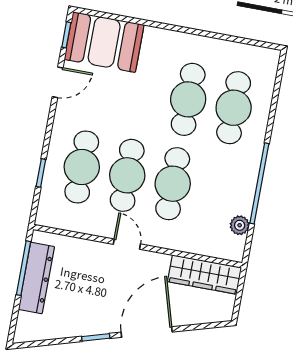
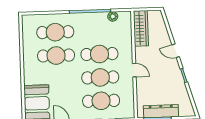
door: (127, 244) -> (134, 70), swing flipped
door: (147, 332) -> (176, 51), width x0.53

